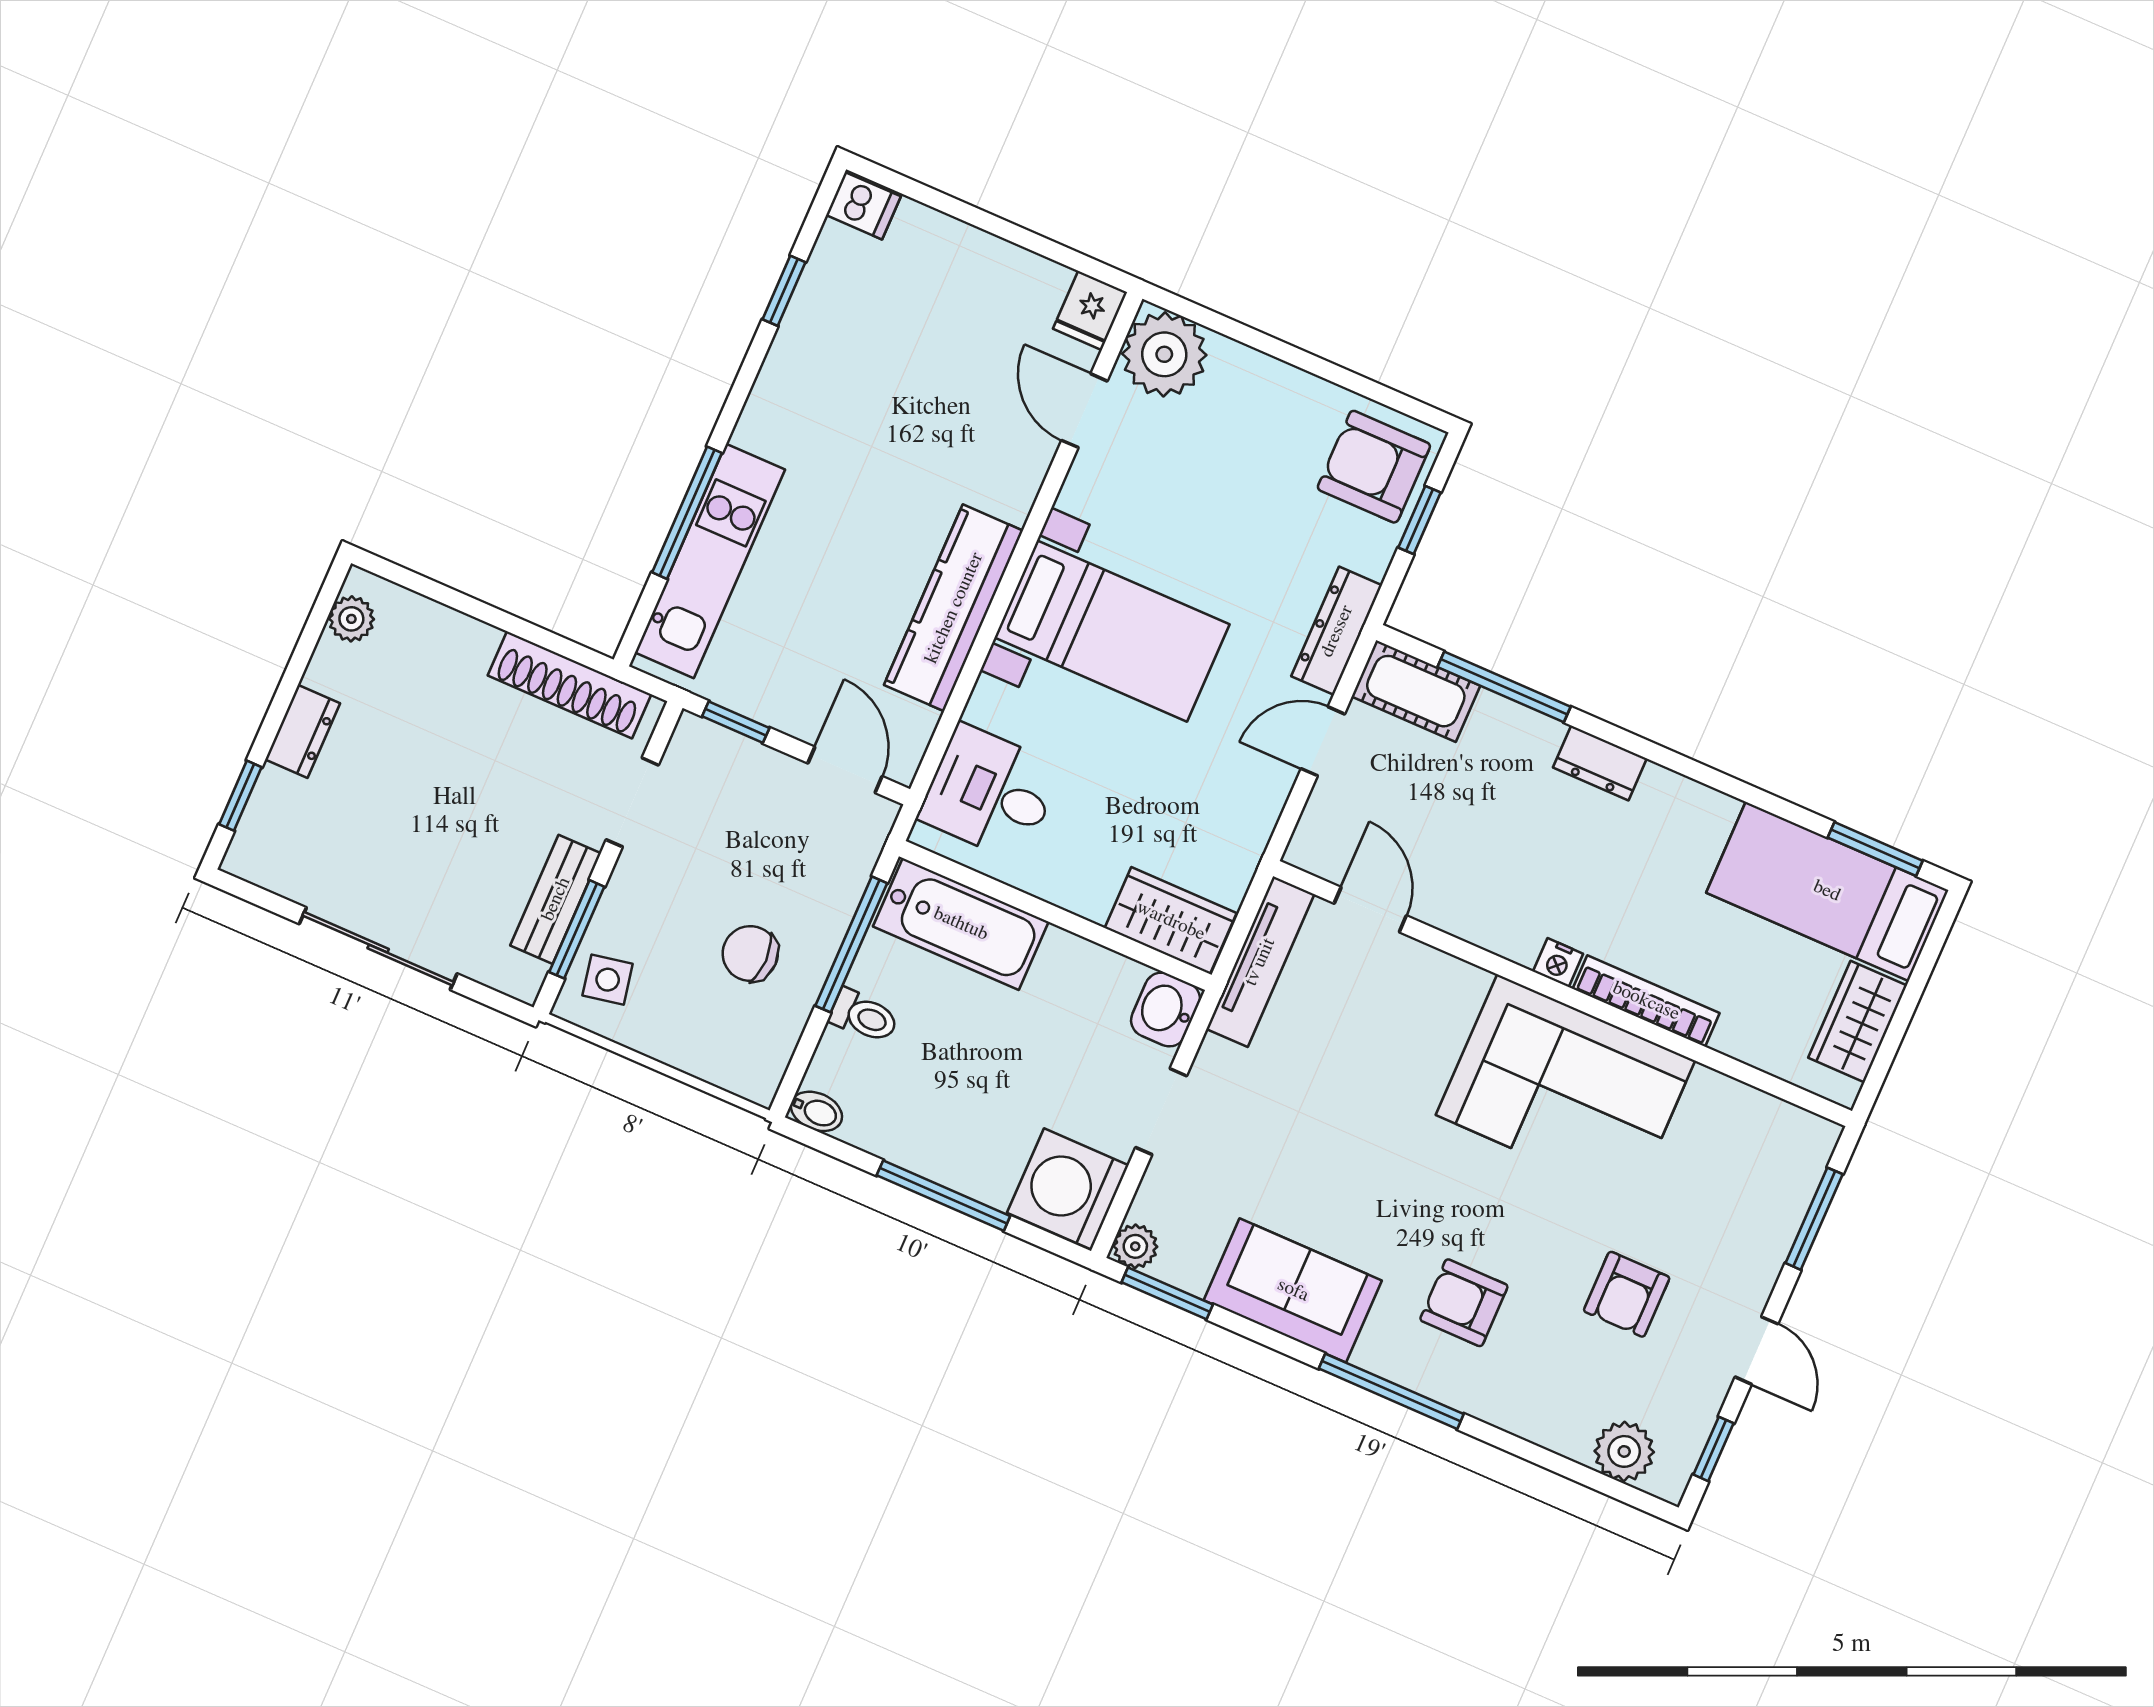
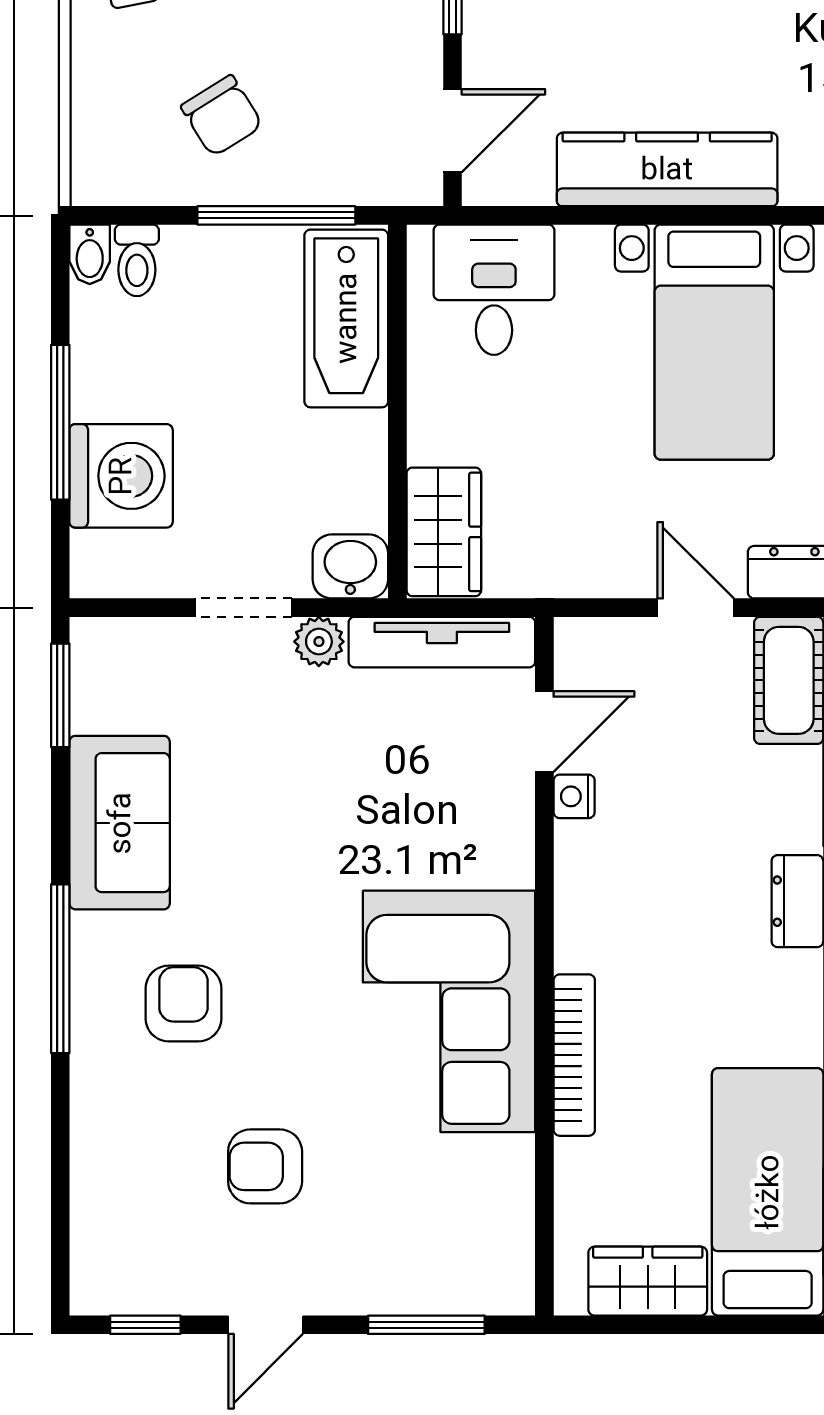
chair: (750, 953) -> (222, 116), turned 148
nightstand: (1558, 963) -> (574, 796), moved
toilet: (864, 1016) -> (137, 260), moved
washing machine: (1068, 1189) -> (121, 476), moved, turned 90
plant: (1135, 1246) -> (319, 642), moved
plant: (1624, 1451) -> (103, 1234), removed

